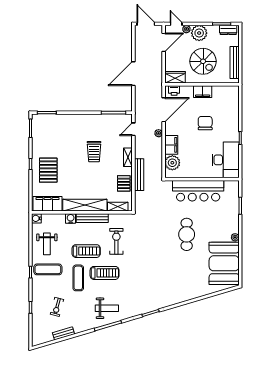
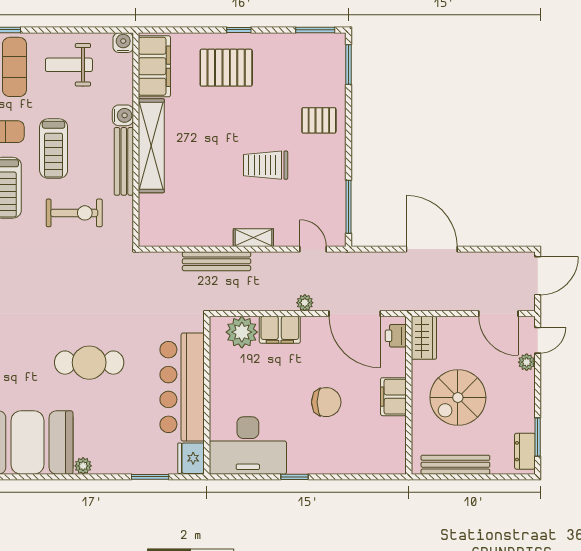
plant: (199, 33) -> (518, 389), removed
pallet: (124, 183) -> (319, 120), moved
fridge: (231, 187) -> (191, 458), added
shelving: (118, 207) -> (148, 216), removed

